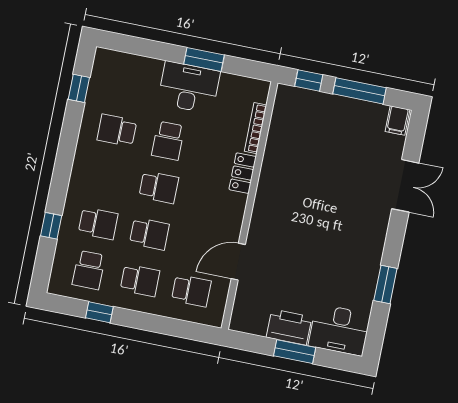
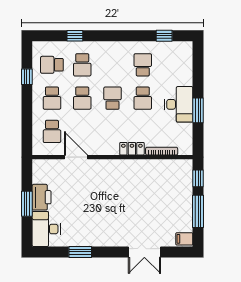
school desk: (168, 141) -> (143, 98), turned -90
school desk: (159, 187) -> (112, 98), turned 180

